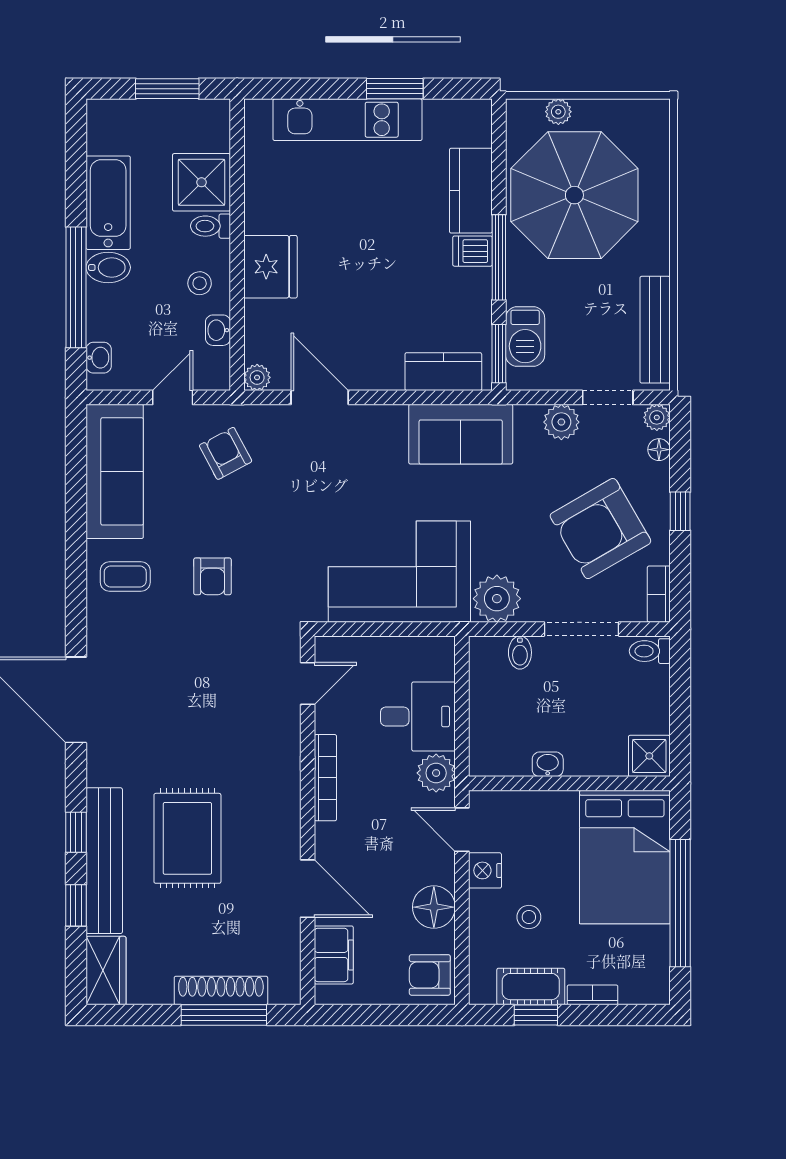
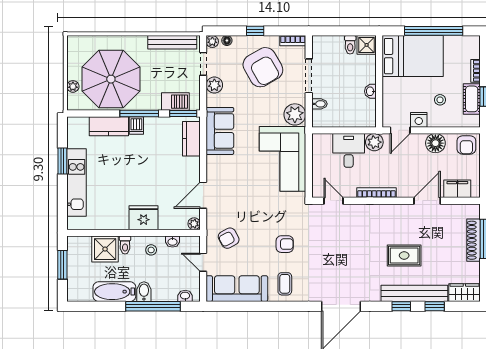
toilet: (650, 651) -> (350, 45), moved
rug: (187, 838) -> (404, 255), width x0.73, depth x0.70

